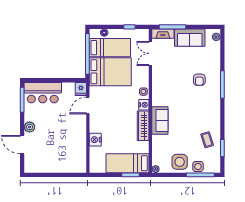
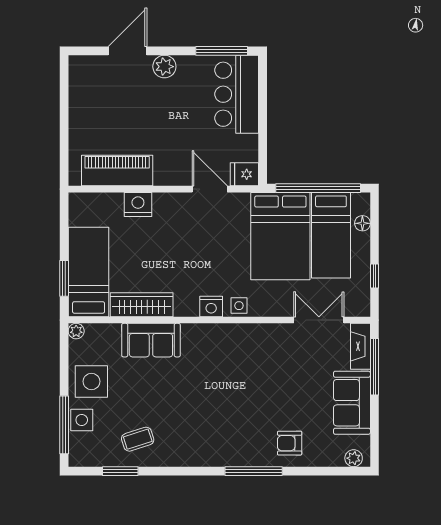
armchair: (199, 80) -> (290, 443), moved
sofa: (160, 120) -> (151, 340), moved
wardrobe: (143, 126) -> (142, 305), moved
piano: (79, 150) -> (117, 171), added

